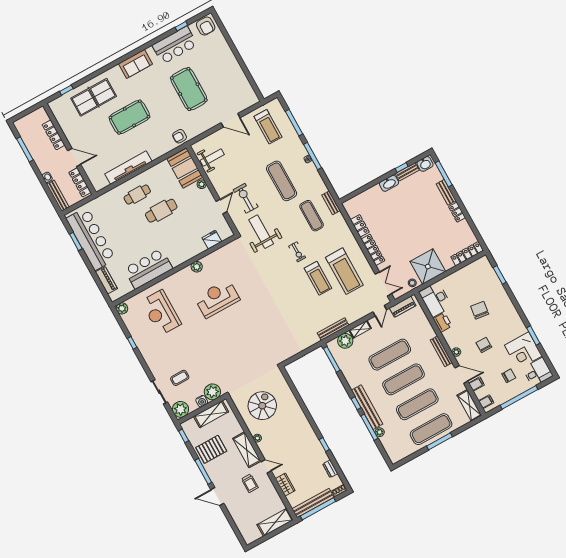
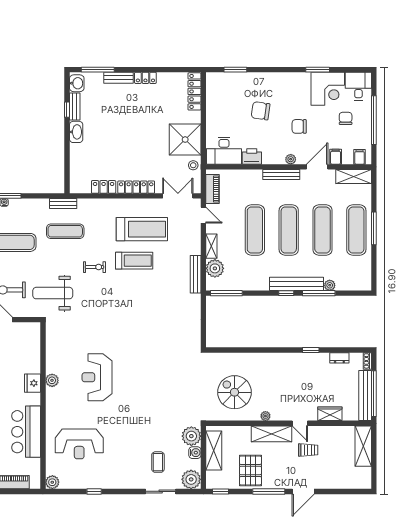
fridge: (212, 240) -> (33, 383), moved
door: (266, 466) -> (300, 423), swing flipped

